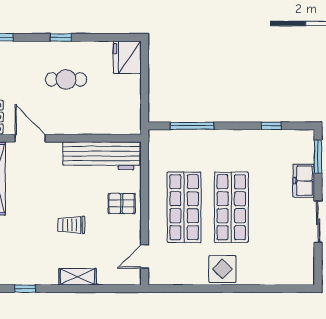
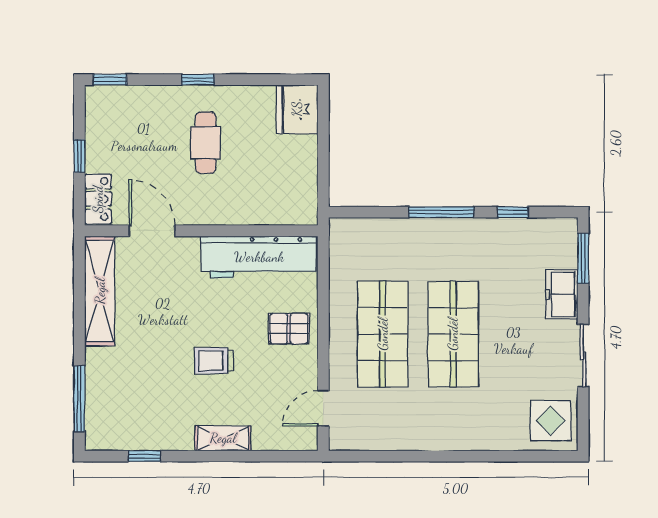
cafe table: (66, 79) -> (206, 143), turned 90
window: (192, 126) -> (441, 212), moved
display table: (222, 269) -> (551, 421), moved

